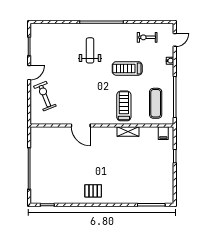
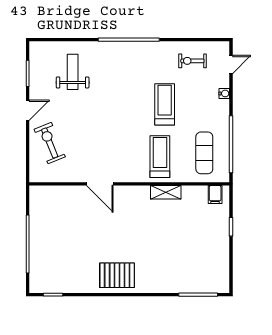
weight bench: (90, 50) -> (73, 72), moved
treadmill: (127, 68) -> (165, 104), turned 90
pallet: (93, 191) -> (117, 275), width x1.50, depth x1.42

